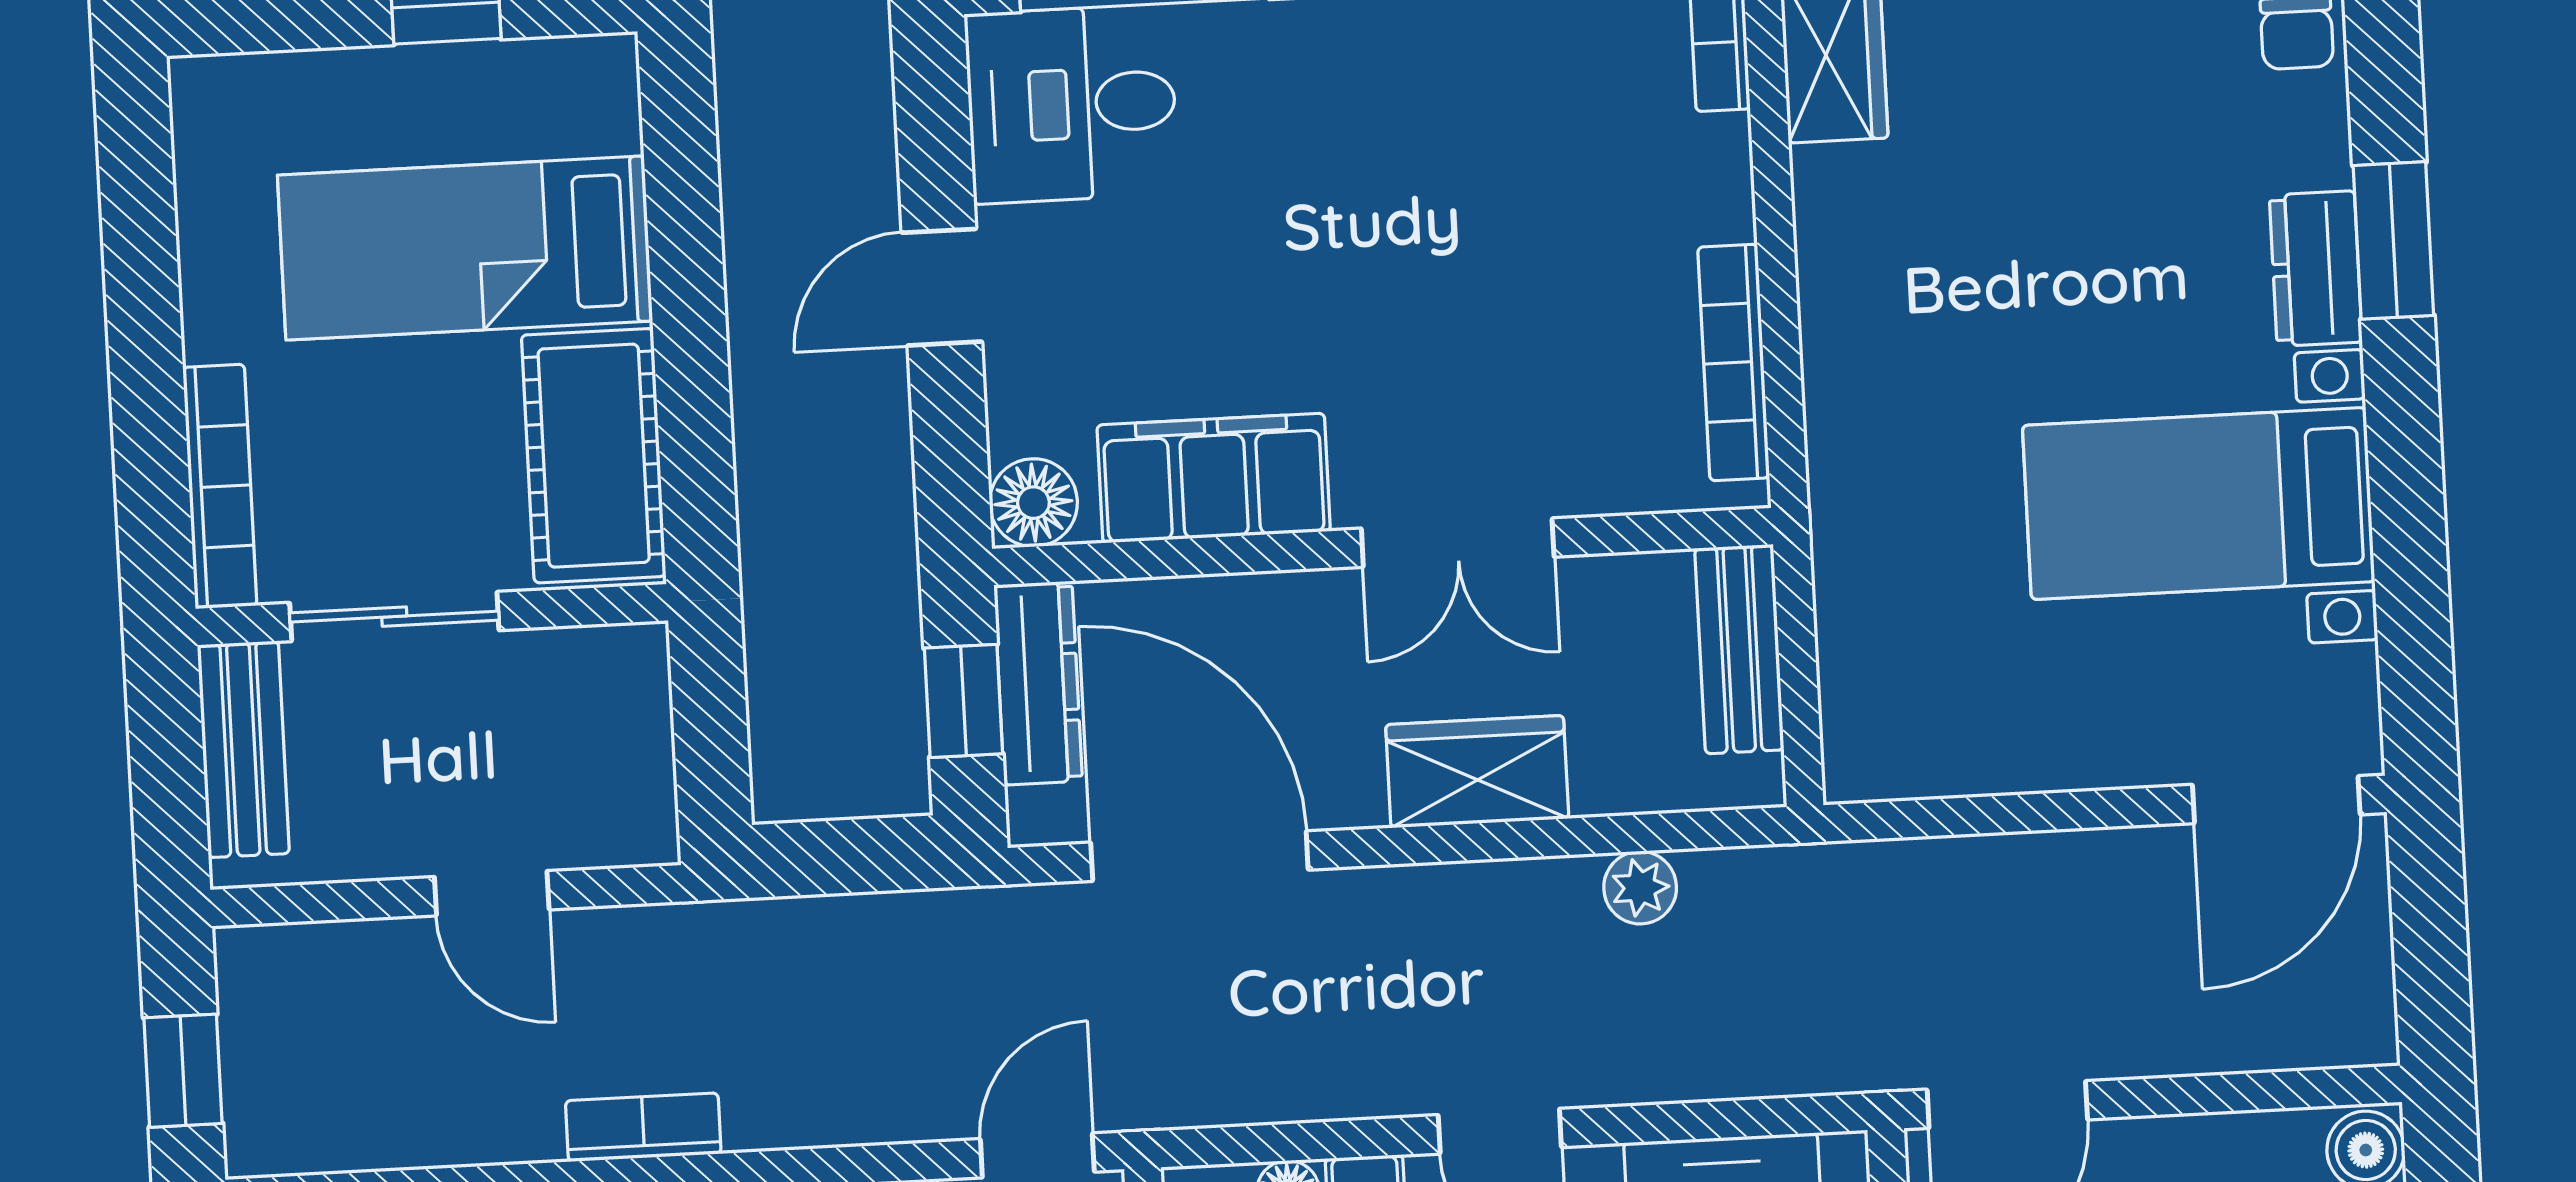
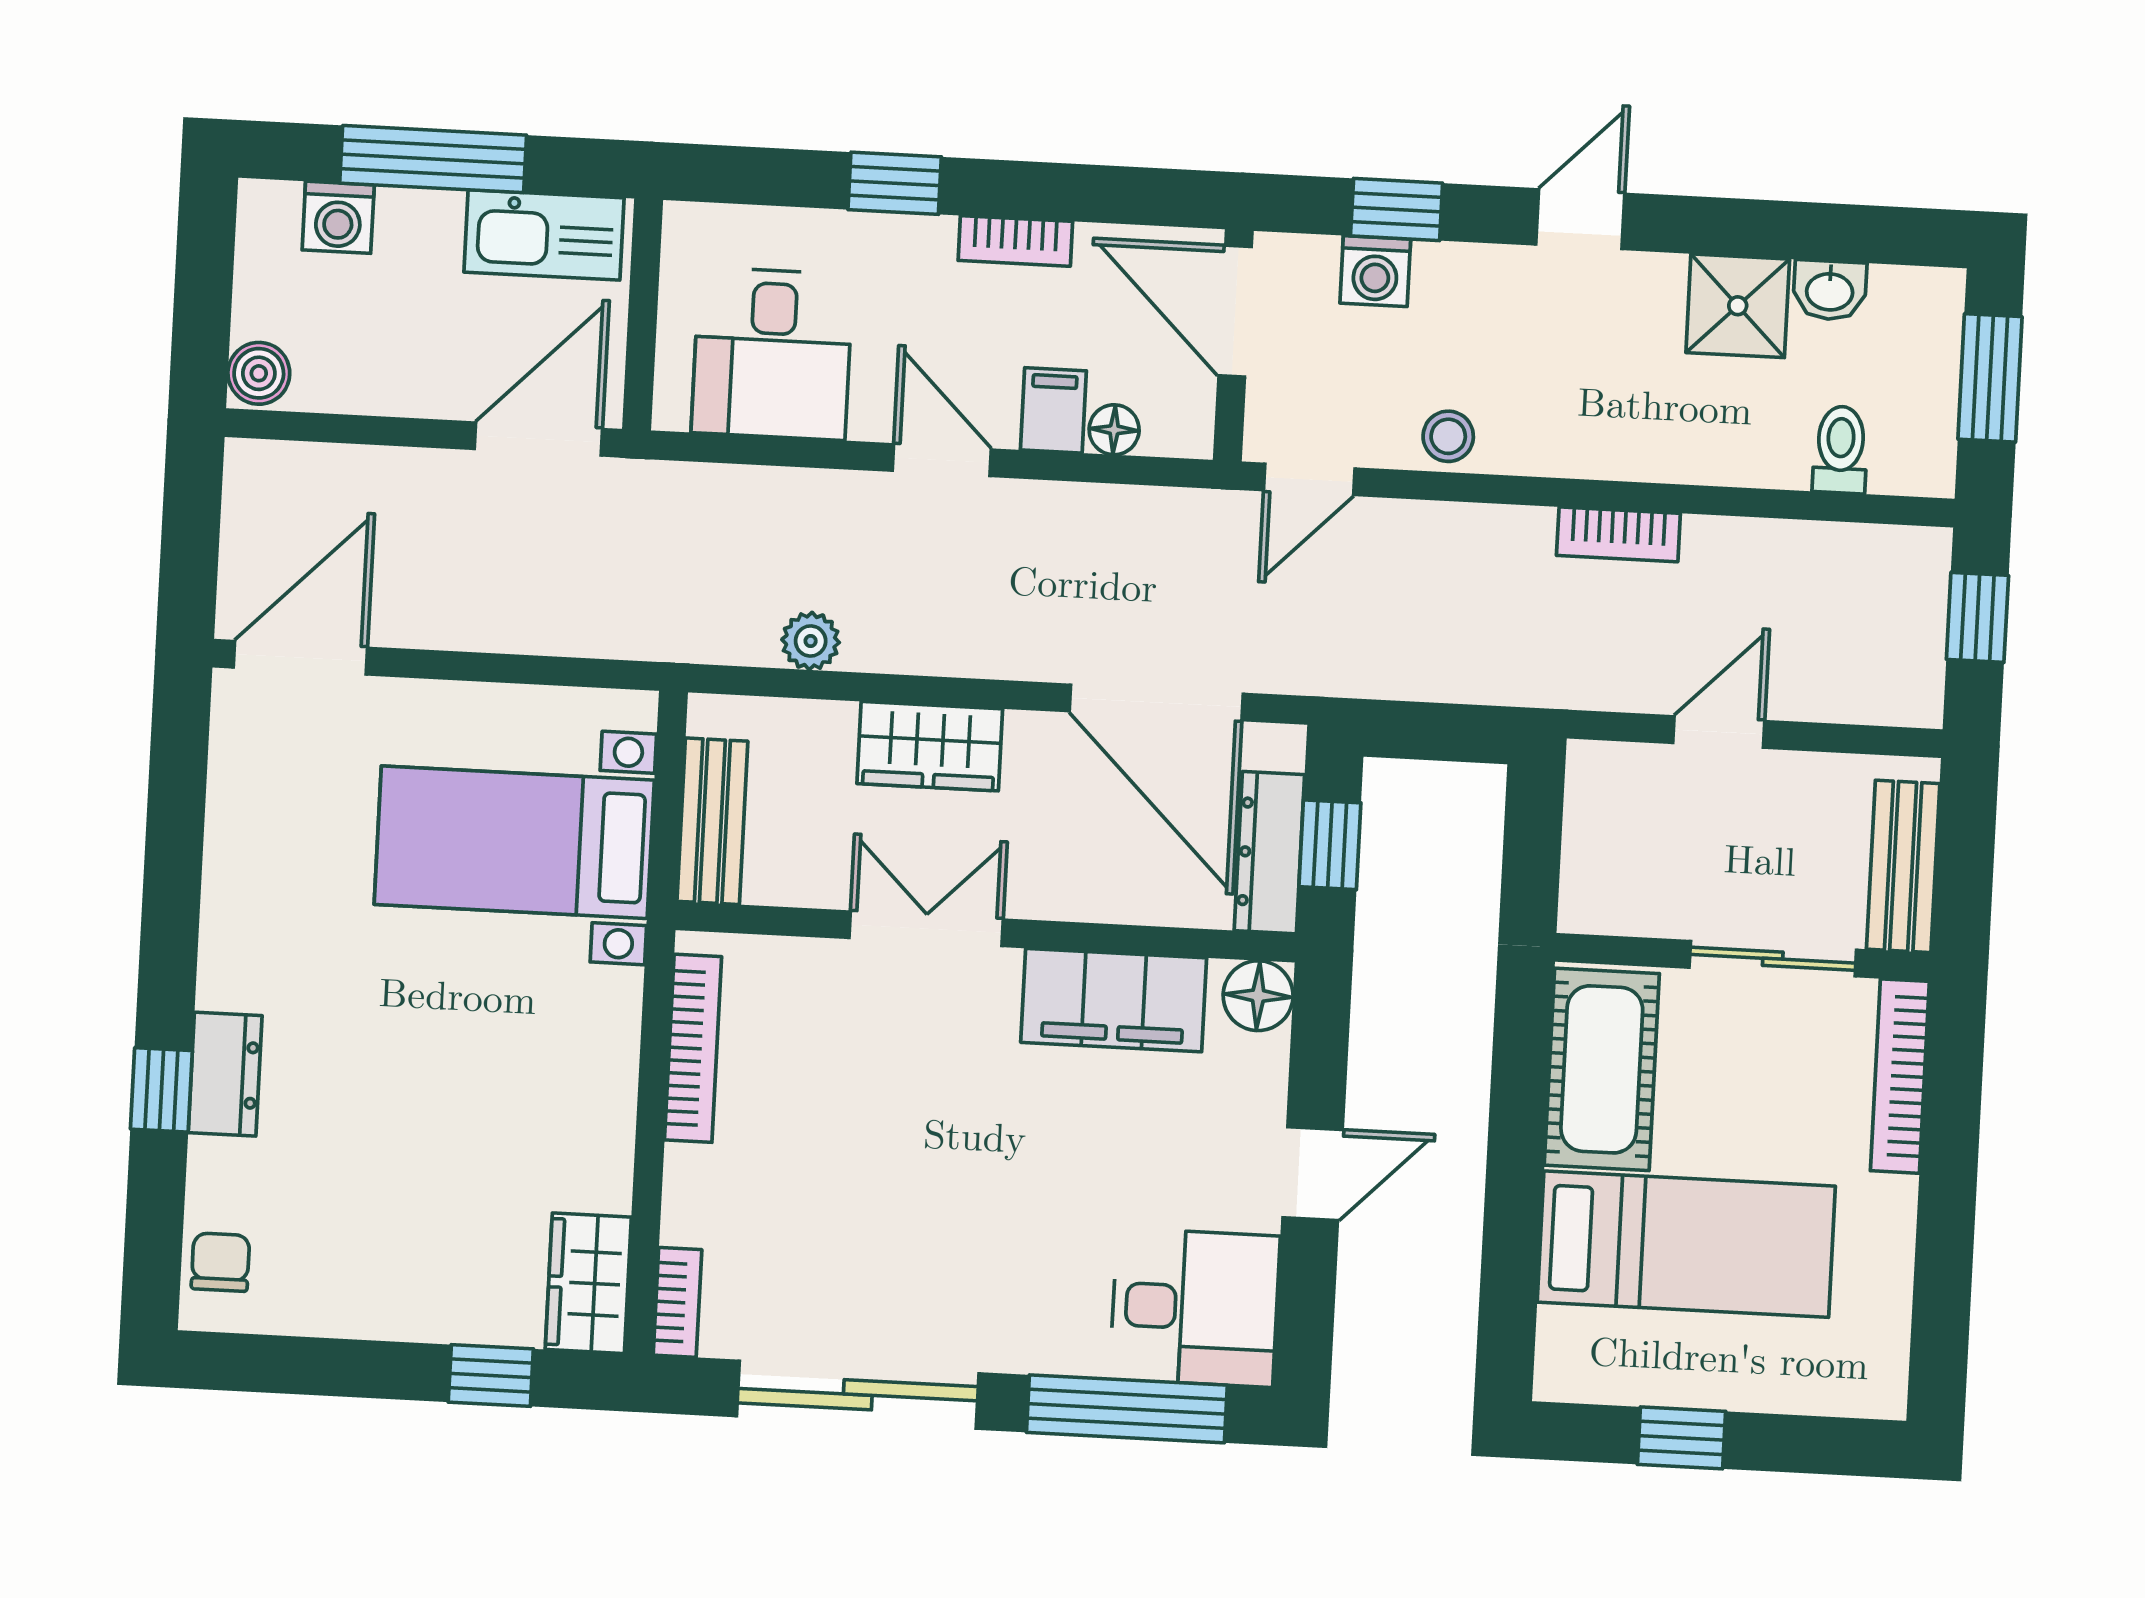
window: (2393, 240) -> (161, 1090), width x0.67
bed with nightstands: (2199, 504) -> (514, 842), moved, turned 180
door: (492, 893) -> (1719, 732), hinge flipped

